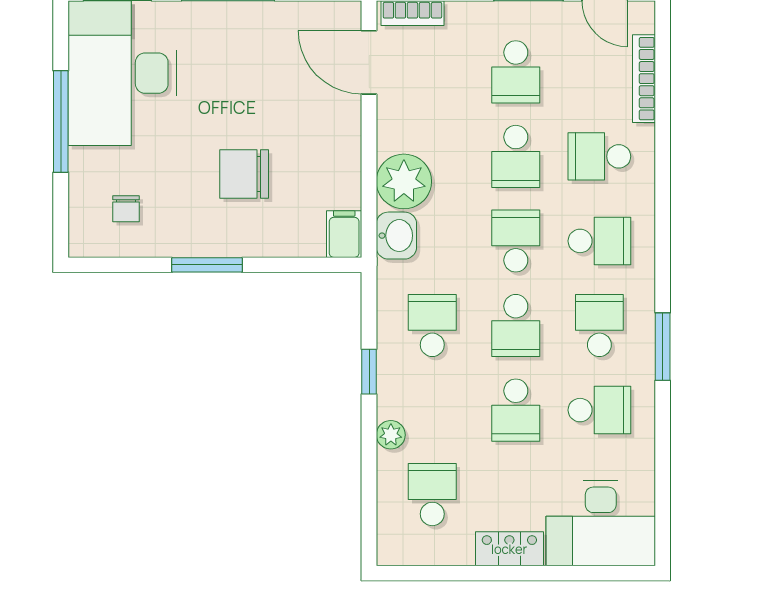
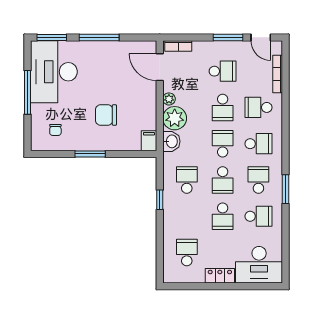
school desk: (516, 72) -> (223, 71), turned -90
plant: (391, 435) -> (169, 99), moved

